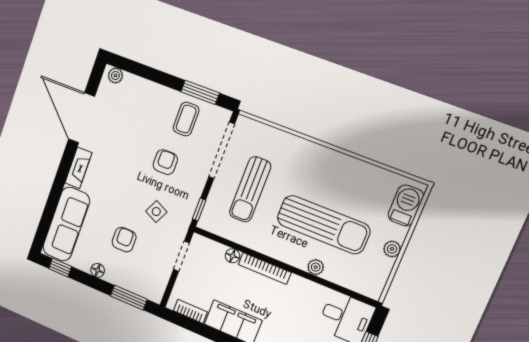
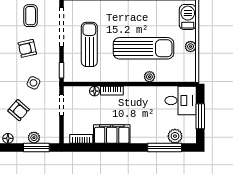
armchair: (165, 162) -> (27, 48), turned -103
sun lounger: (250, 189) -> (89, 44), turned 180
armchair: (124, 240) -> (19, 110), turned 131
bookcase: (265, 268) -> (112, 91), width x0.64
plant: (130, 283) -> (34, 138), added

